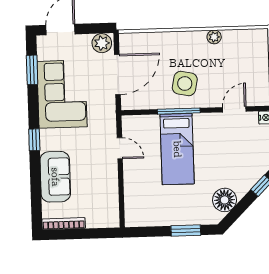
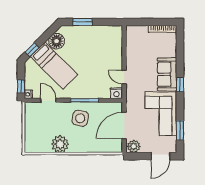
plant: (214, 37) -> (60, 144), width x1.88, depth x1.88
door: (234, 109) -> (48, 100), swing flipped
nightstand: (131, 123) -> (116, 93), added
bed: (177, 149) -> (54, 66), moved, turned 135
sofa: (55, 177) -> (167, 74), moved

